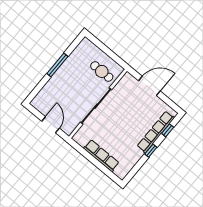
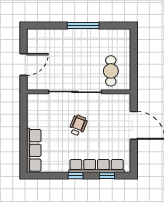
wheelchair: (119, 122) -> (78, 125), added
row of seats: (101, 156) -> (34, 150), moved

